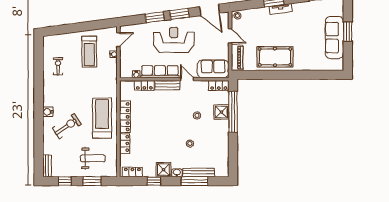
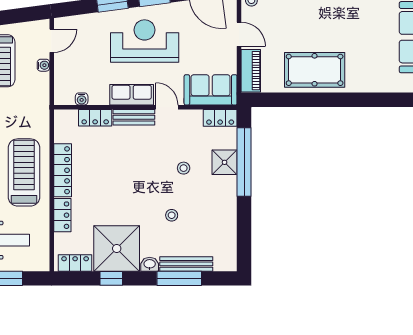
row of seats: (160, 72) -> (132, 95), width x0.68
shower: (163, 170) -> (117, 249), width x1.86, depth x1.86

